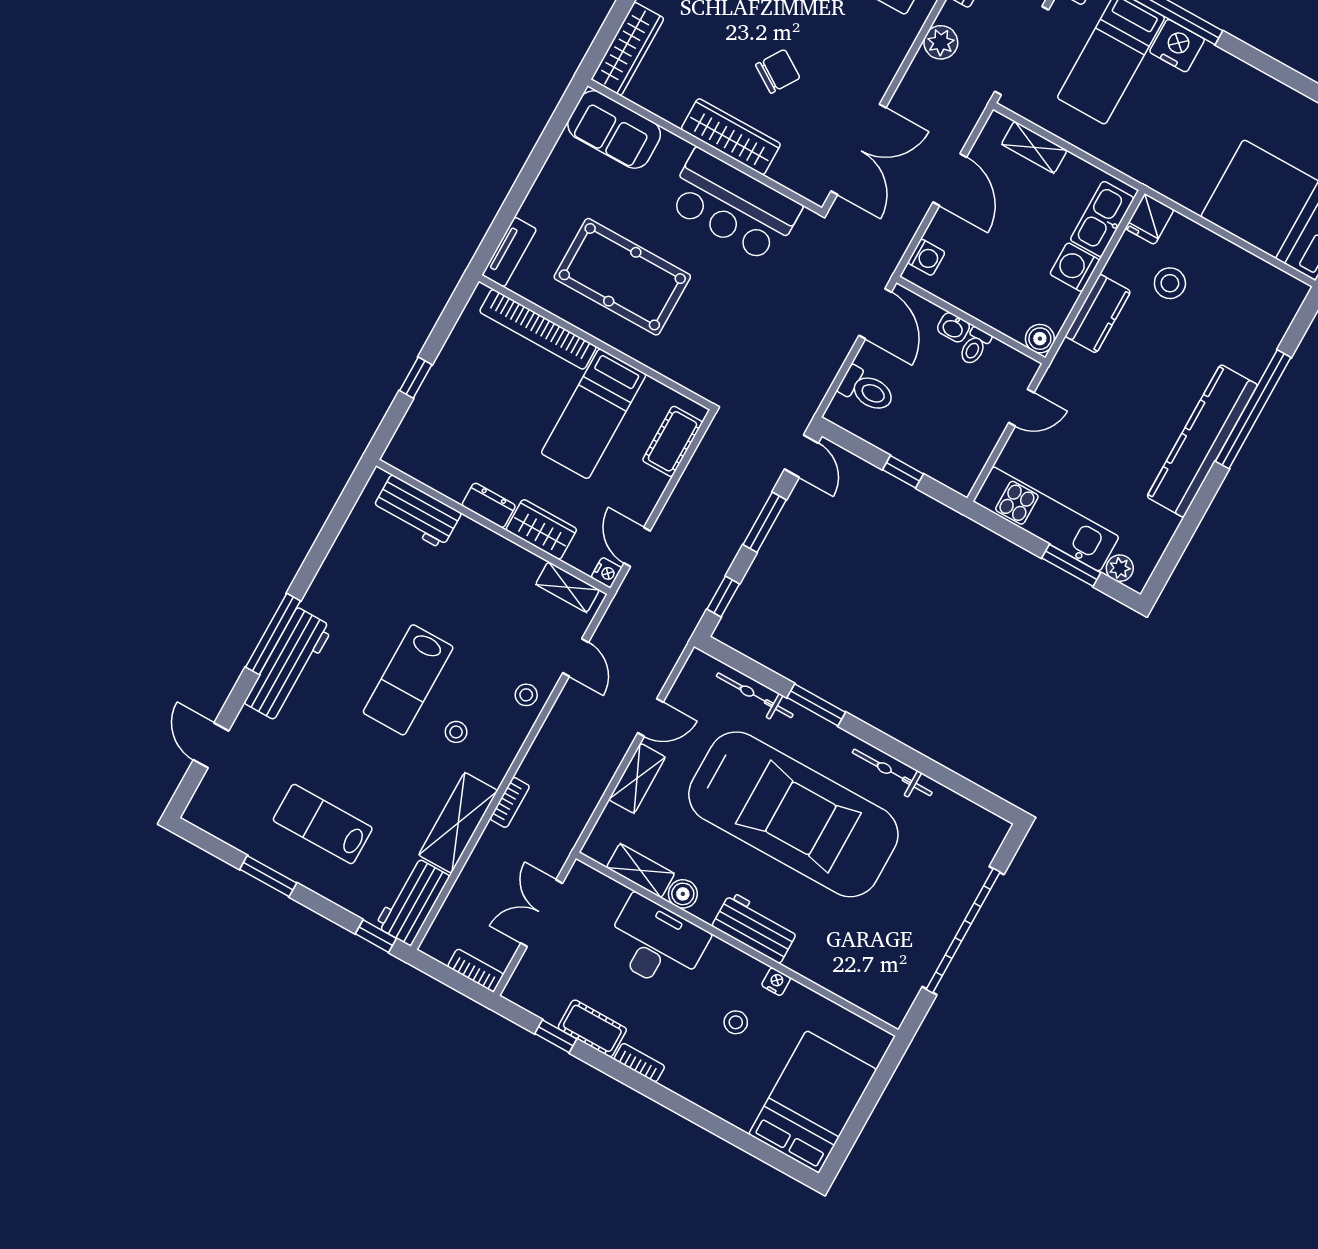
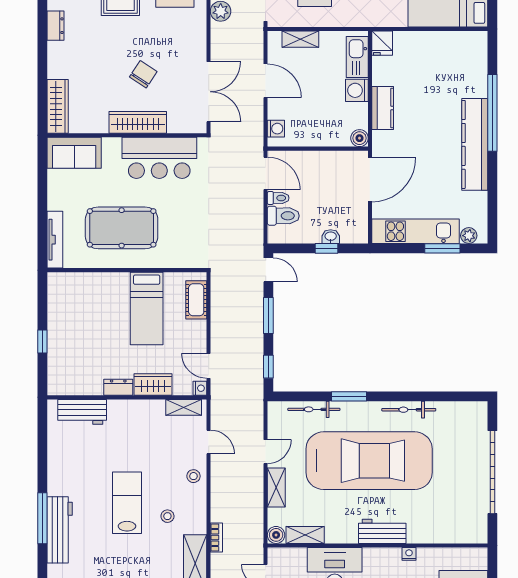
tv unit: (509, 252) -> (55, 240), width x1.41
stool: (1170, 283) -> (412, 71), removed
washbasin: (953, 327) -> (331, 237), moved, turned 180
bookcase: (538, 329) -> (93, 280), removed
toilet: (975, 346) -> (278, 198), moved, turned -90
door: (1021, 408) -> (370, 180), width x1.87
lab bench: (408, 680) -> (127, 503), turned 180
boiler: (683, 894) -> (276, 535), moved

